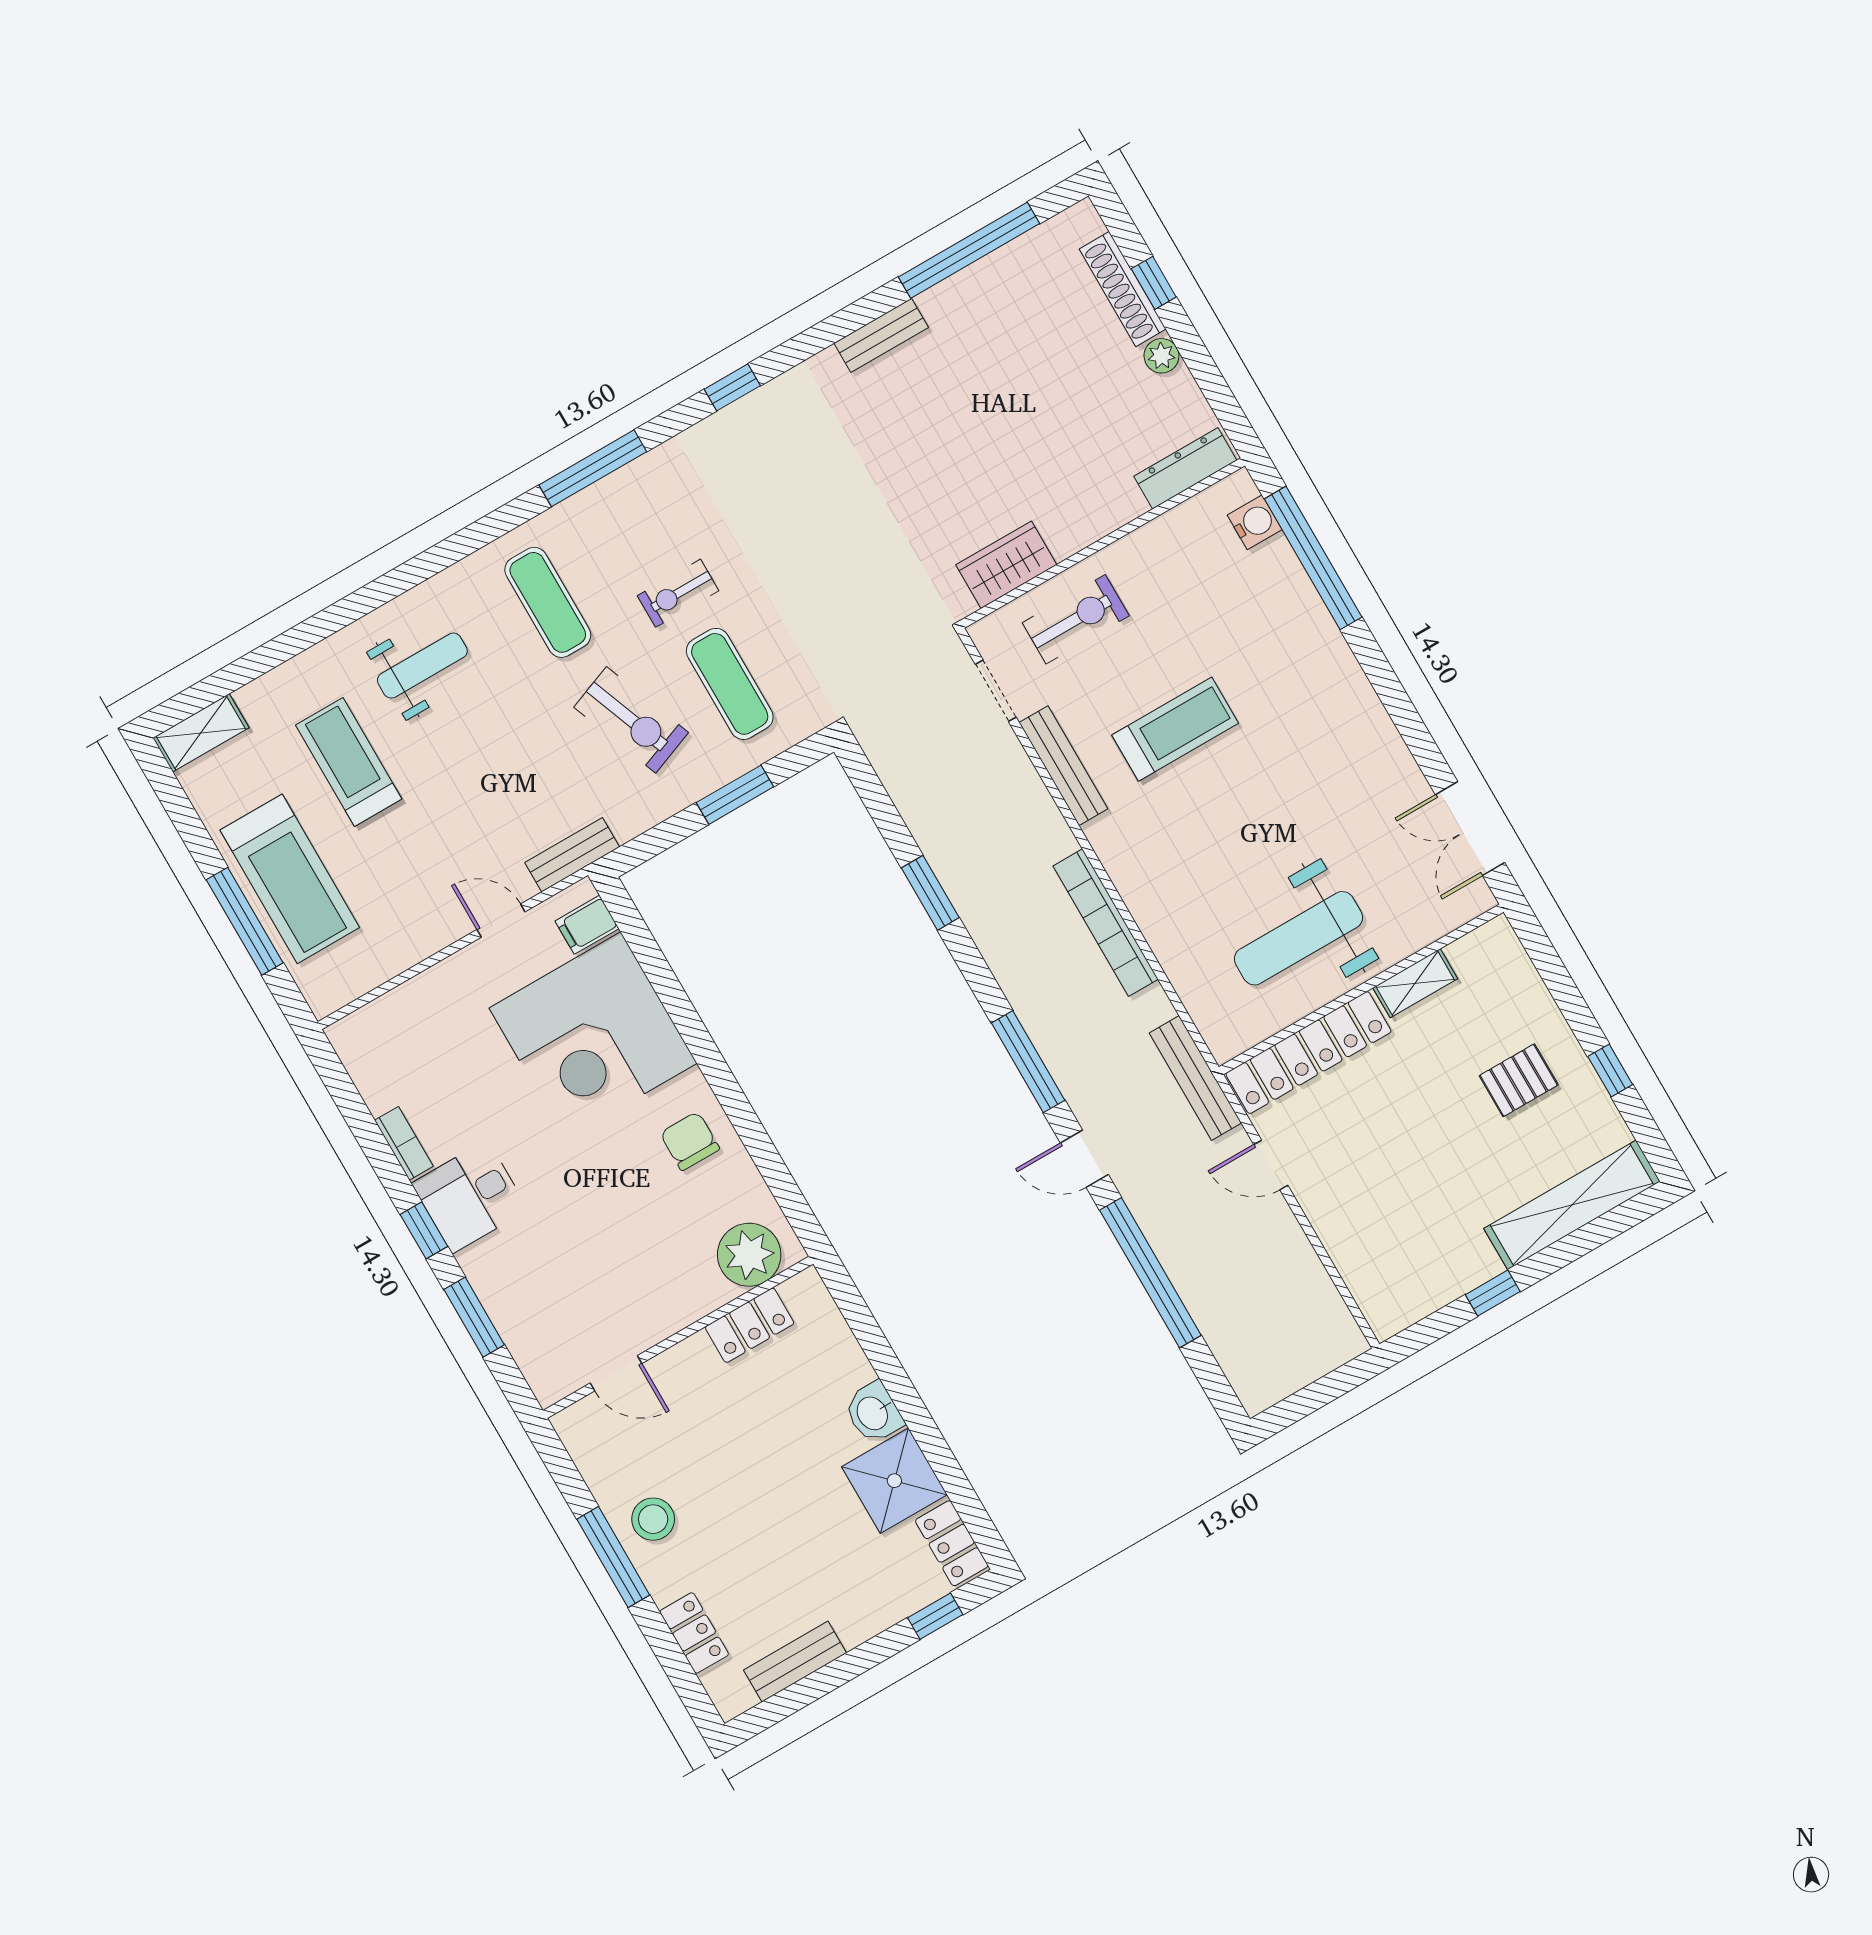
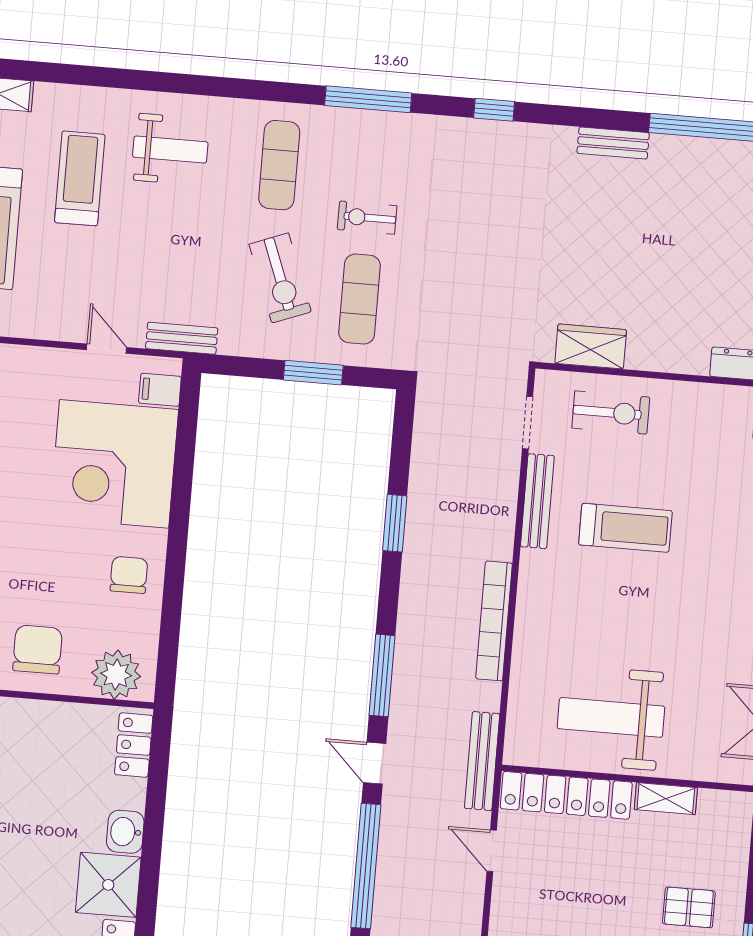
chair: (649, 1286) -> (38, 649), added
locker: (750, 1325) -> (134, 745), moved, turned 90

